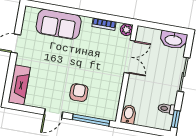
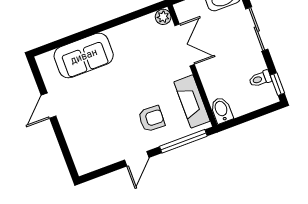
bookcase: (104, 24) -> (134, 25), removed
fireplace: (19, 85) -> (192, 101), moved, turned 180
armchair: (79, 93) -> (151, 119), turned 92

